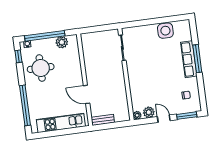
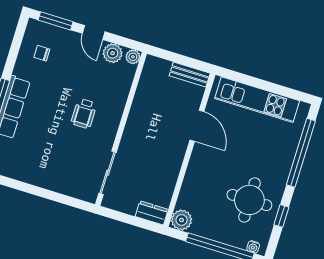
side table: (165, 31) -> (28, 169), removed
dresser: (89, 37) -> (152, 213), added
plant: (62, 42) -> (182, 220), moved
window: (18, 56) -> (281, 216), moved
wheelchair: (149, 73) -> (84, 114), added

